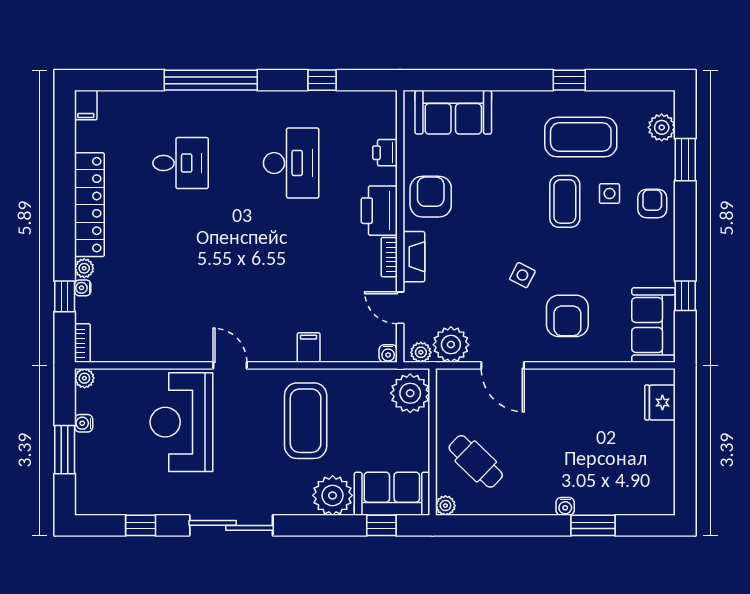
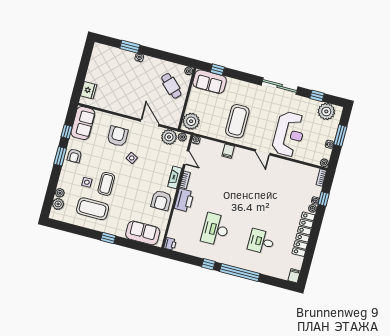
window: (322, 80) -> (208, 264), moved
window: (569, 80) -> (108, 238), moved
printer: (385, 153) -> (170, 244), moved
plant: (665, 154) -> (60, 193), added
window: (685, 160) -> (60, 156), moved
armchair: (652, 204) -> (74, 156), moved
plant: (333, 495) -> (326, 111), moved

